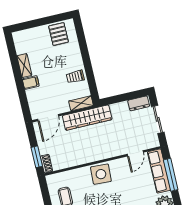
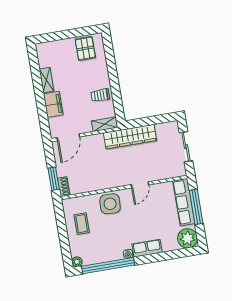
filing cabinet: (31, 82) -> (53, 104), width x2.00
dresser: (139, 103) -> (166, 128), removed
wardrobe: (87, 118) -> (130, 137), moved
door: (135, 153) -> (140, 185), moved
side table: (101, 174) -> (110, 204), moved

